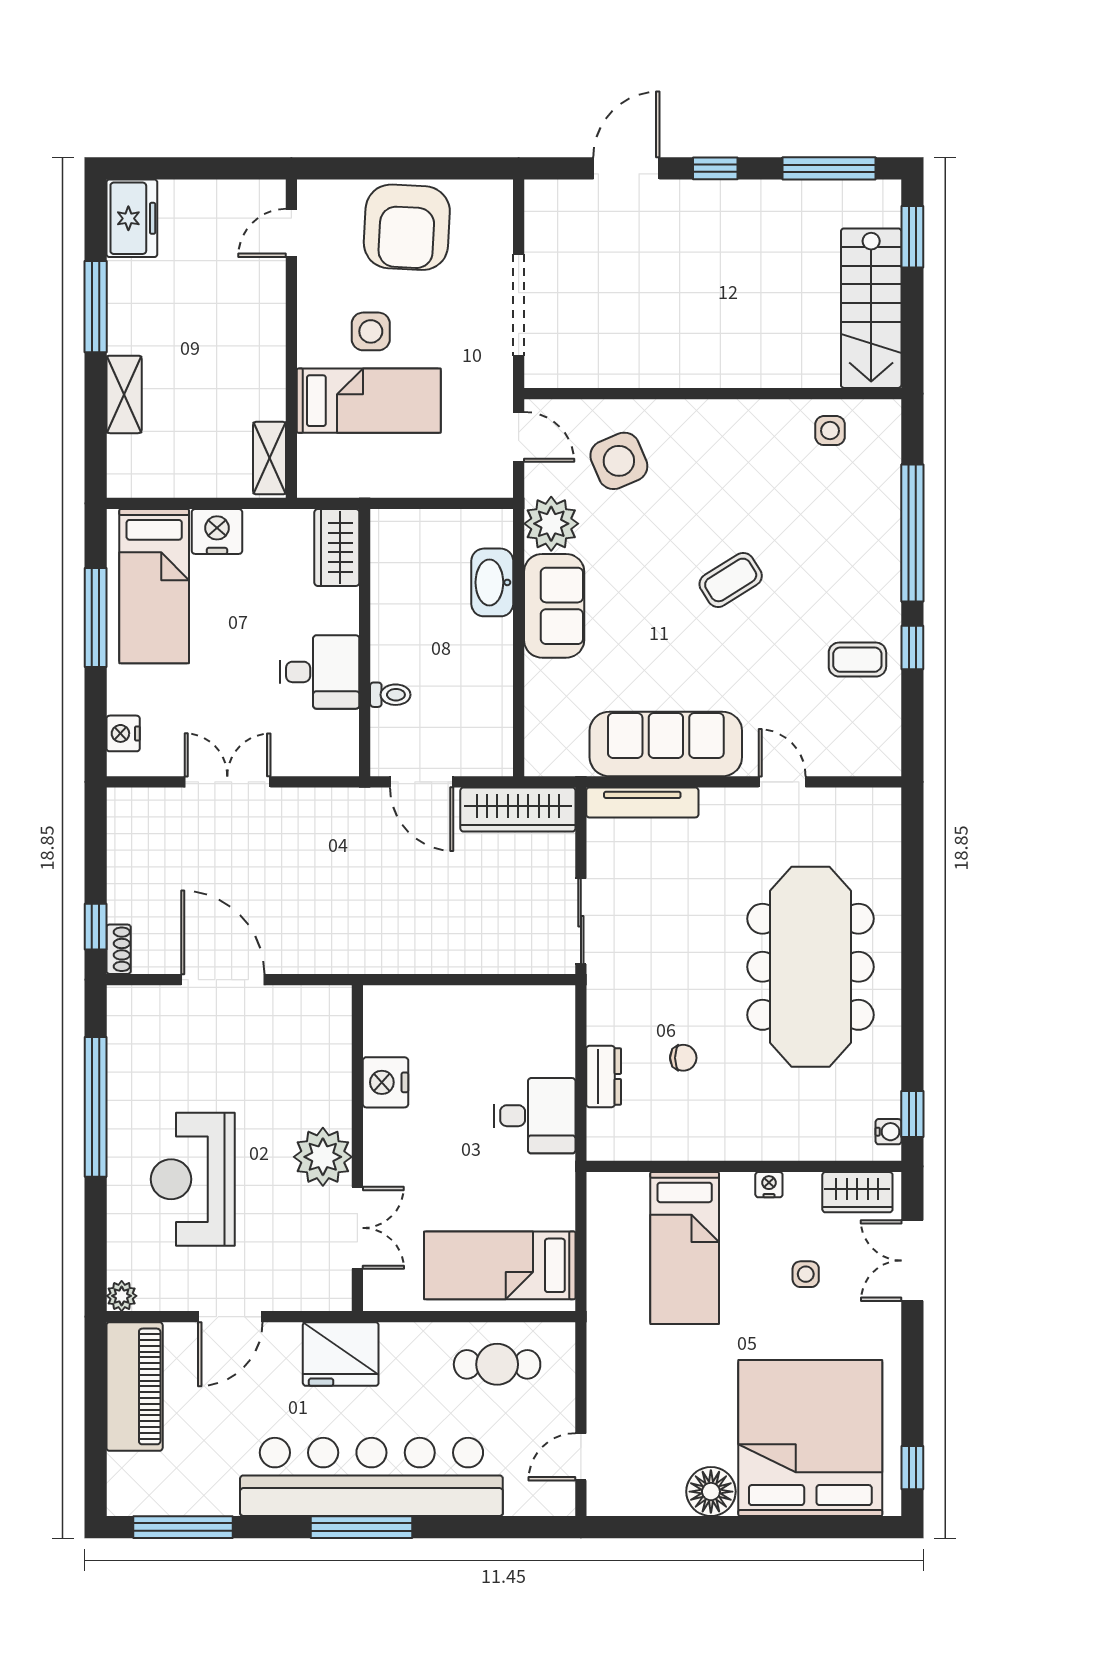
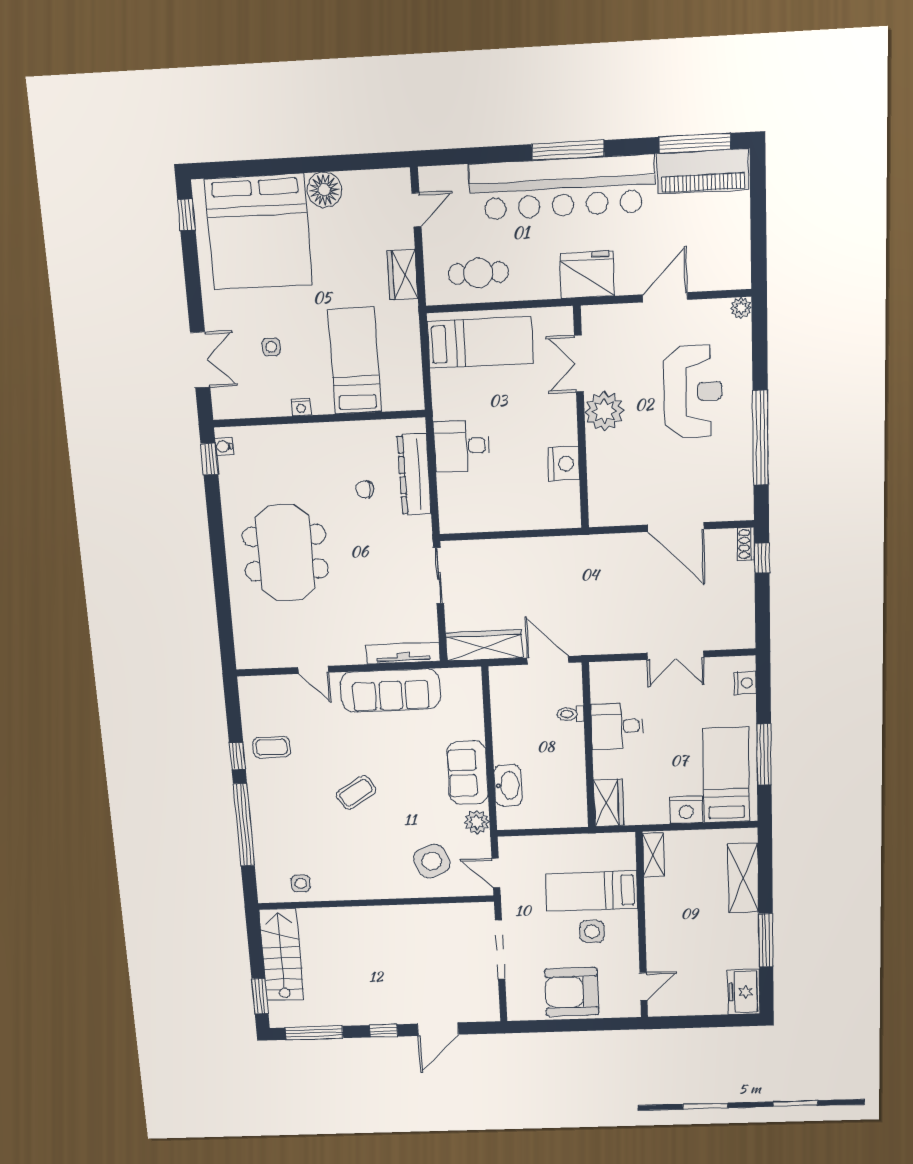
armchair: (407, 227) -> (572, 992), turned -93
shelving: (124, 394) -> (743, 878), width x1.50, depth x1.33
plant: (551, 524) -> (477, 822), width x0.73, depth x0.73
meeting table: (810, 967) -> (285, 553), width x0.73
dresser: (604, 1076) -> (414, 475), width x1.96, depth x1.24
wardrobe: (857, 1192) -> (403, 275), moved, turned -90
piano: (135, 1386) -> (703, 171), moved, turned -90

